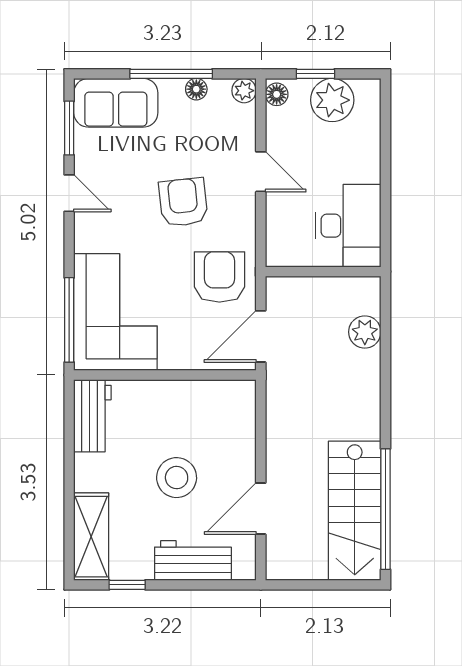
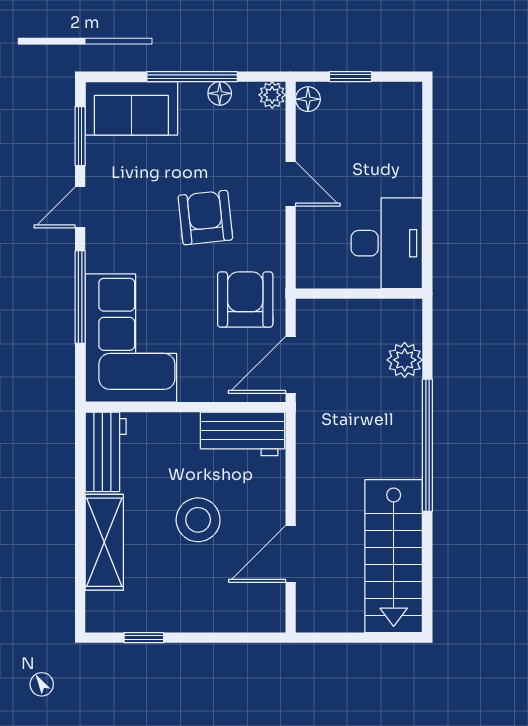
plant: (332, 100) -> (369, 105), removed
door: (69, 193) -> (80, 207), swing flipped
window: (69, 320) -> (80, 297), moved
window: (386, 509) -> (427, 445), moved
shelving: (91, 537) -> (104, 542), moved
workbench: (193, 561) -> (243, 434), moved, turned 180

